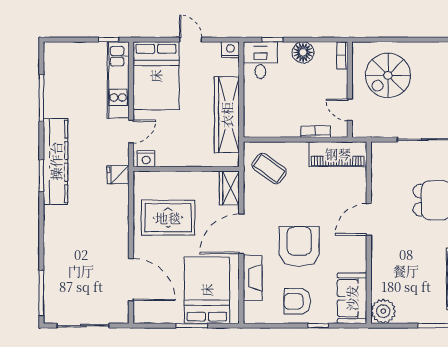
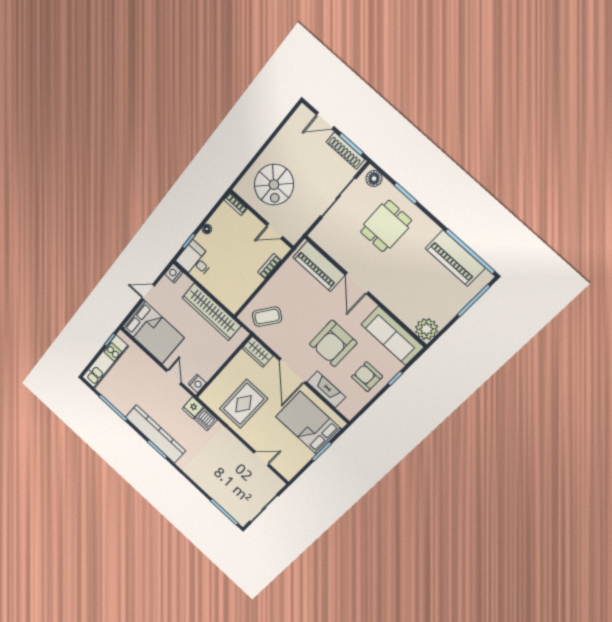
floor lamp: (303, 52) -> (207, 229), width x0.53, depth x0.53
kitchen unit: (118, 80) -> (105, 362), moved, turned -90
piano: (338, 154) -> (319, 266), moved, turned 90
dishwasher: (119, 196) -> (206, 419), added
armchair: (299, 247) -> (333, 343), turned -90
door: (131, 280) -> (261, 458), width x0.53
sofa: (352, 298) -> (392, 336), width x1.36
armchair: (297, 301) -> (367, 377), turned 90

